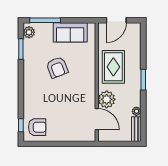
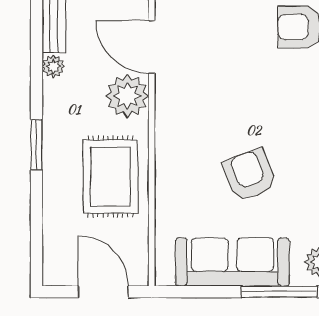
door: (116, 20) -> (103, 292), hinge flipped
sofa: (70, 32) -> (232, 262), width x1.36

